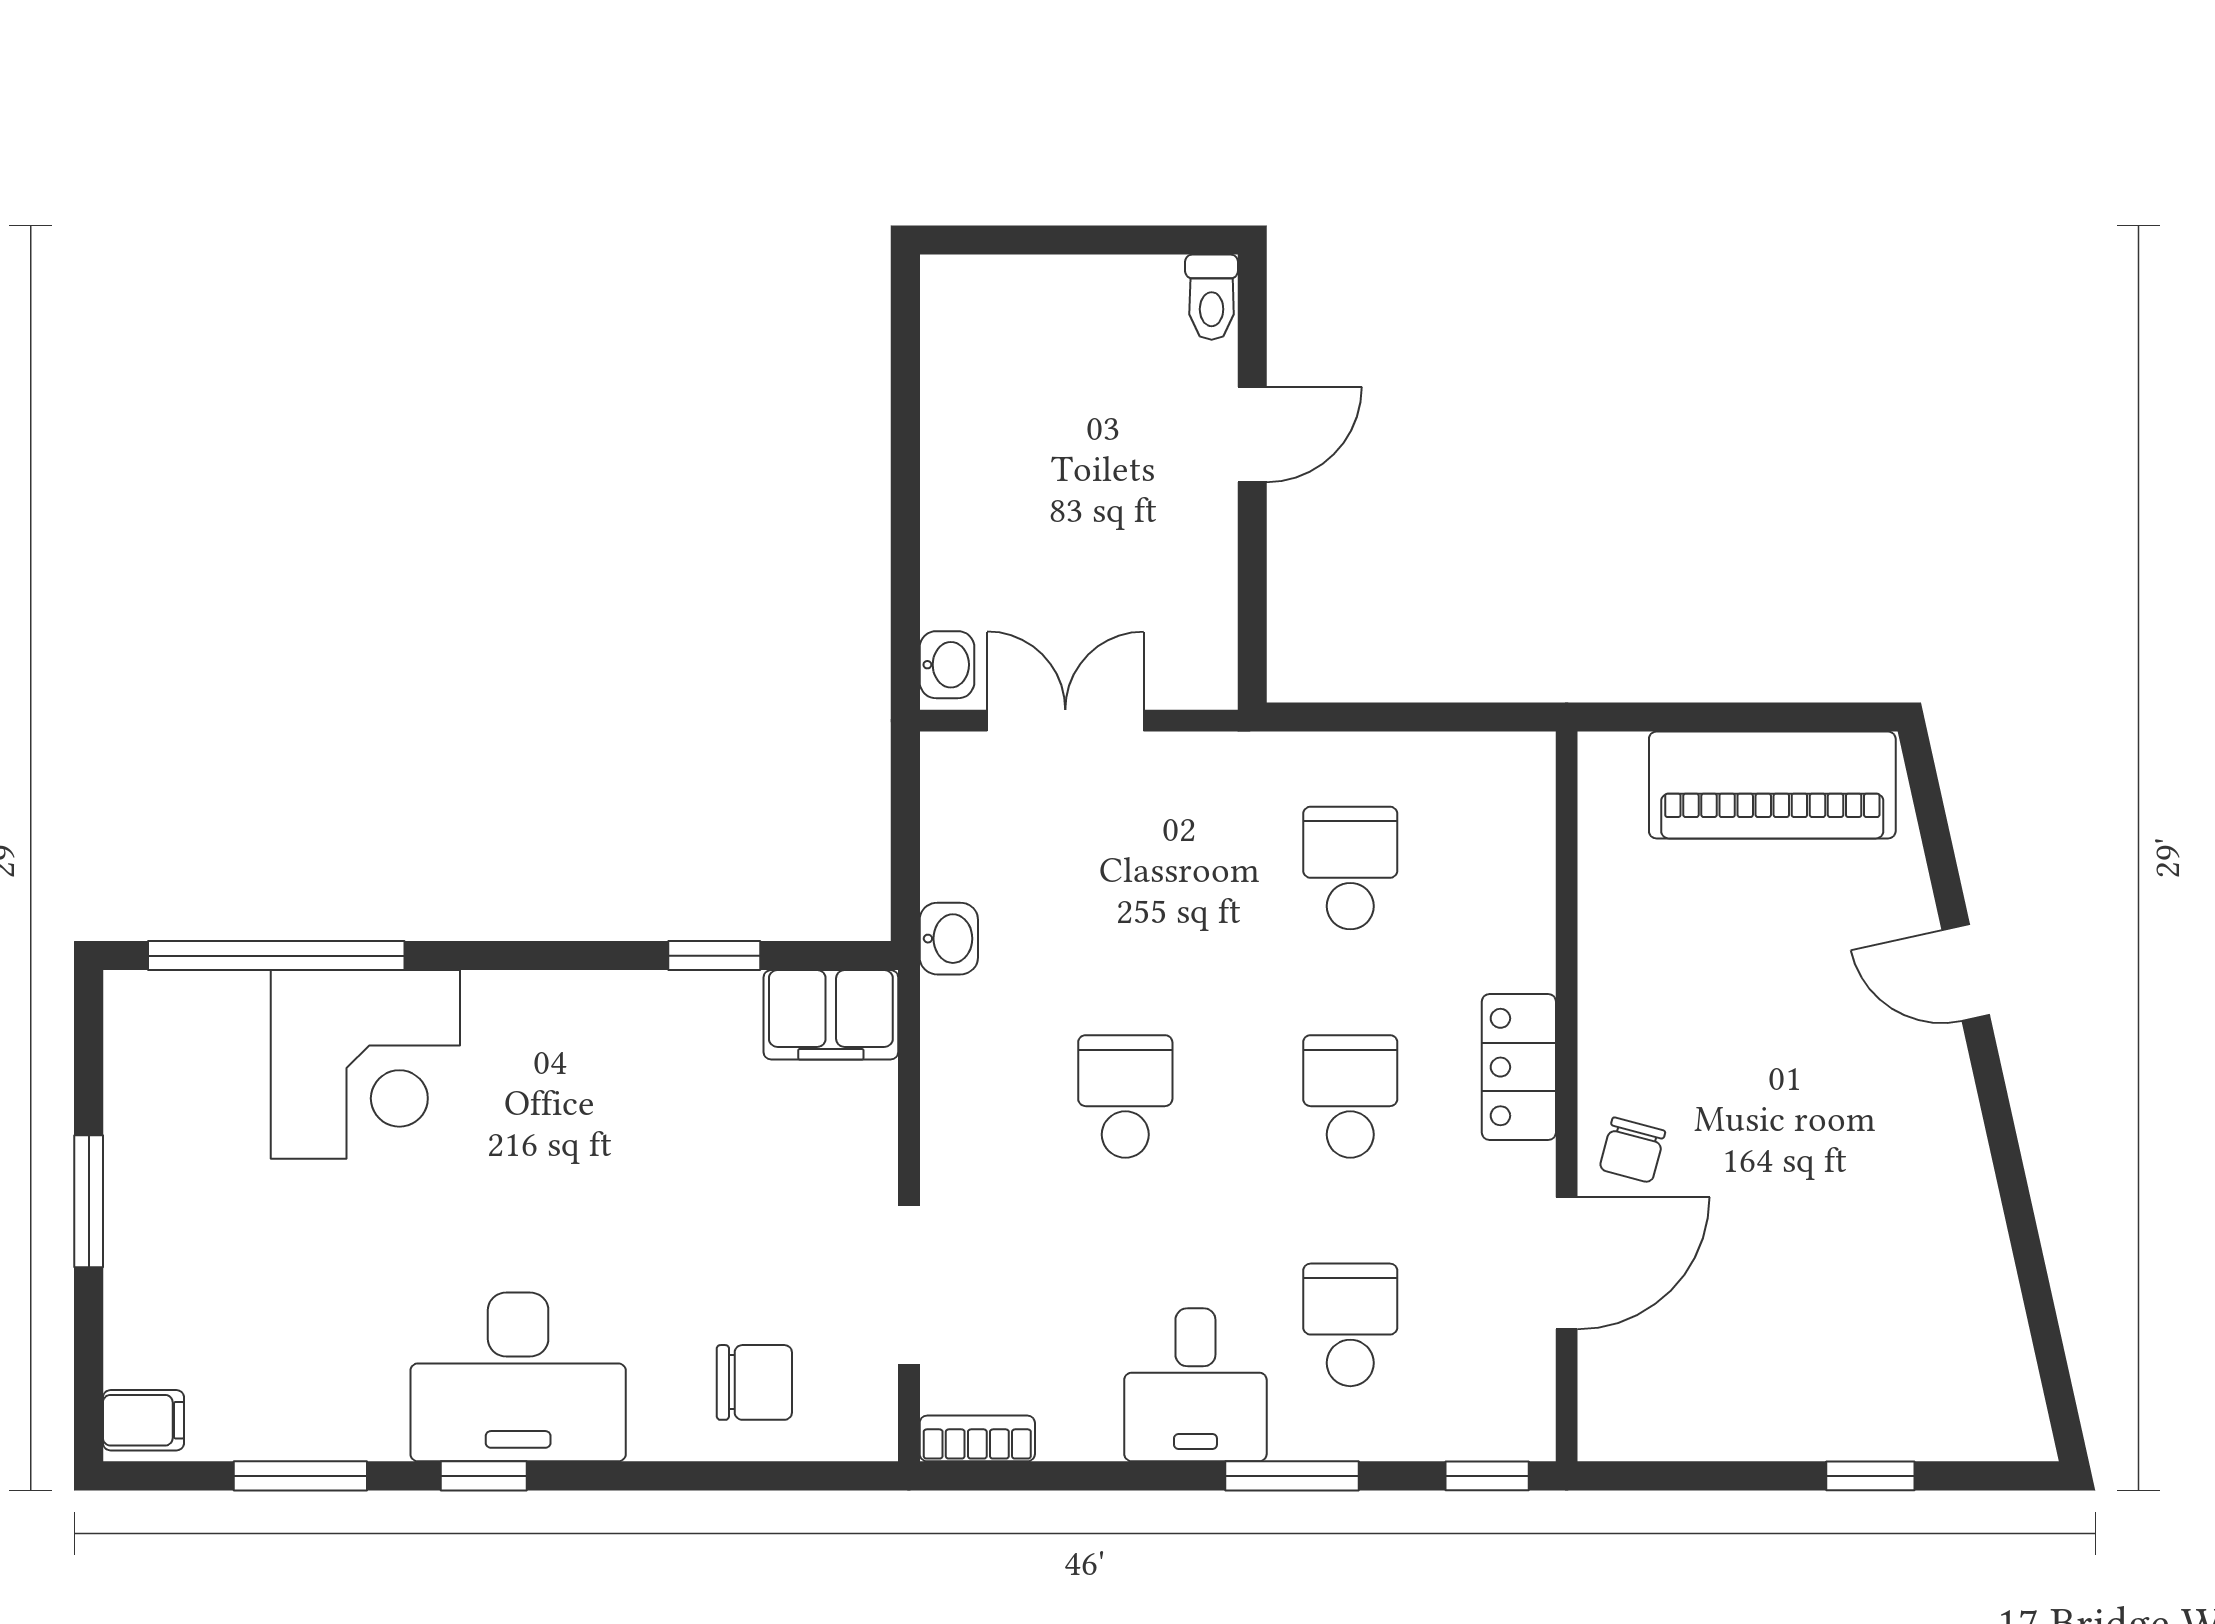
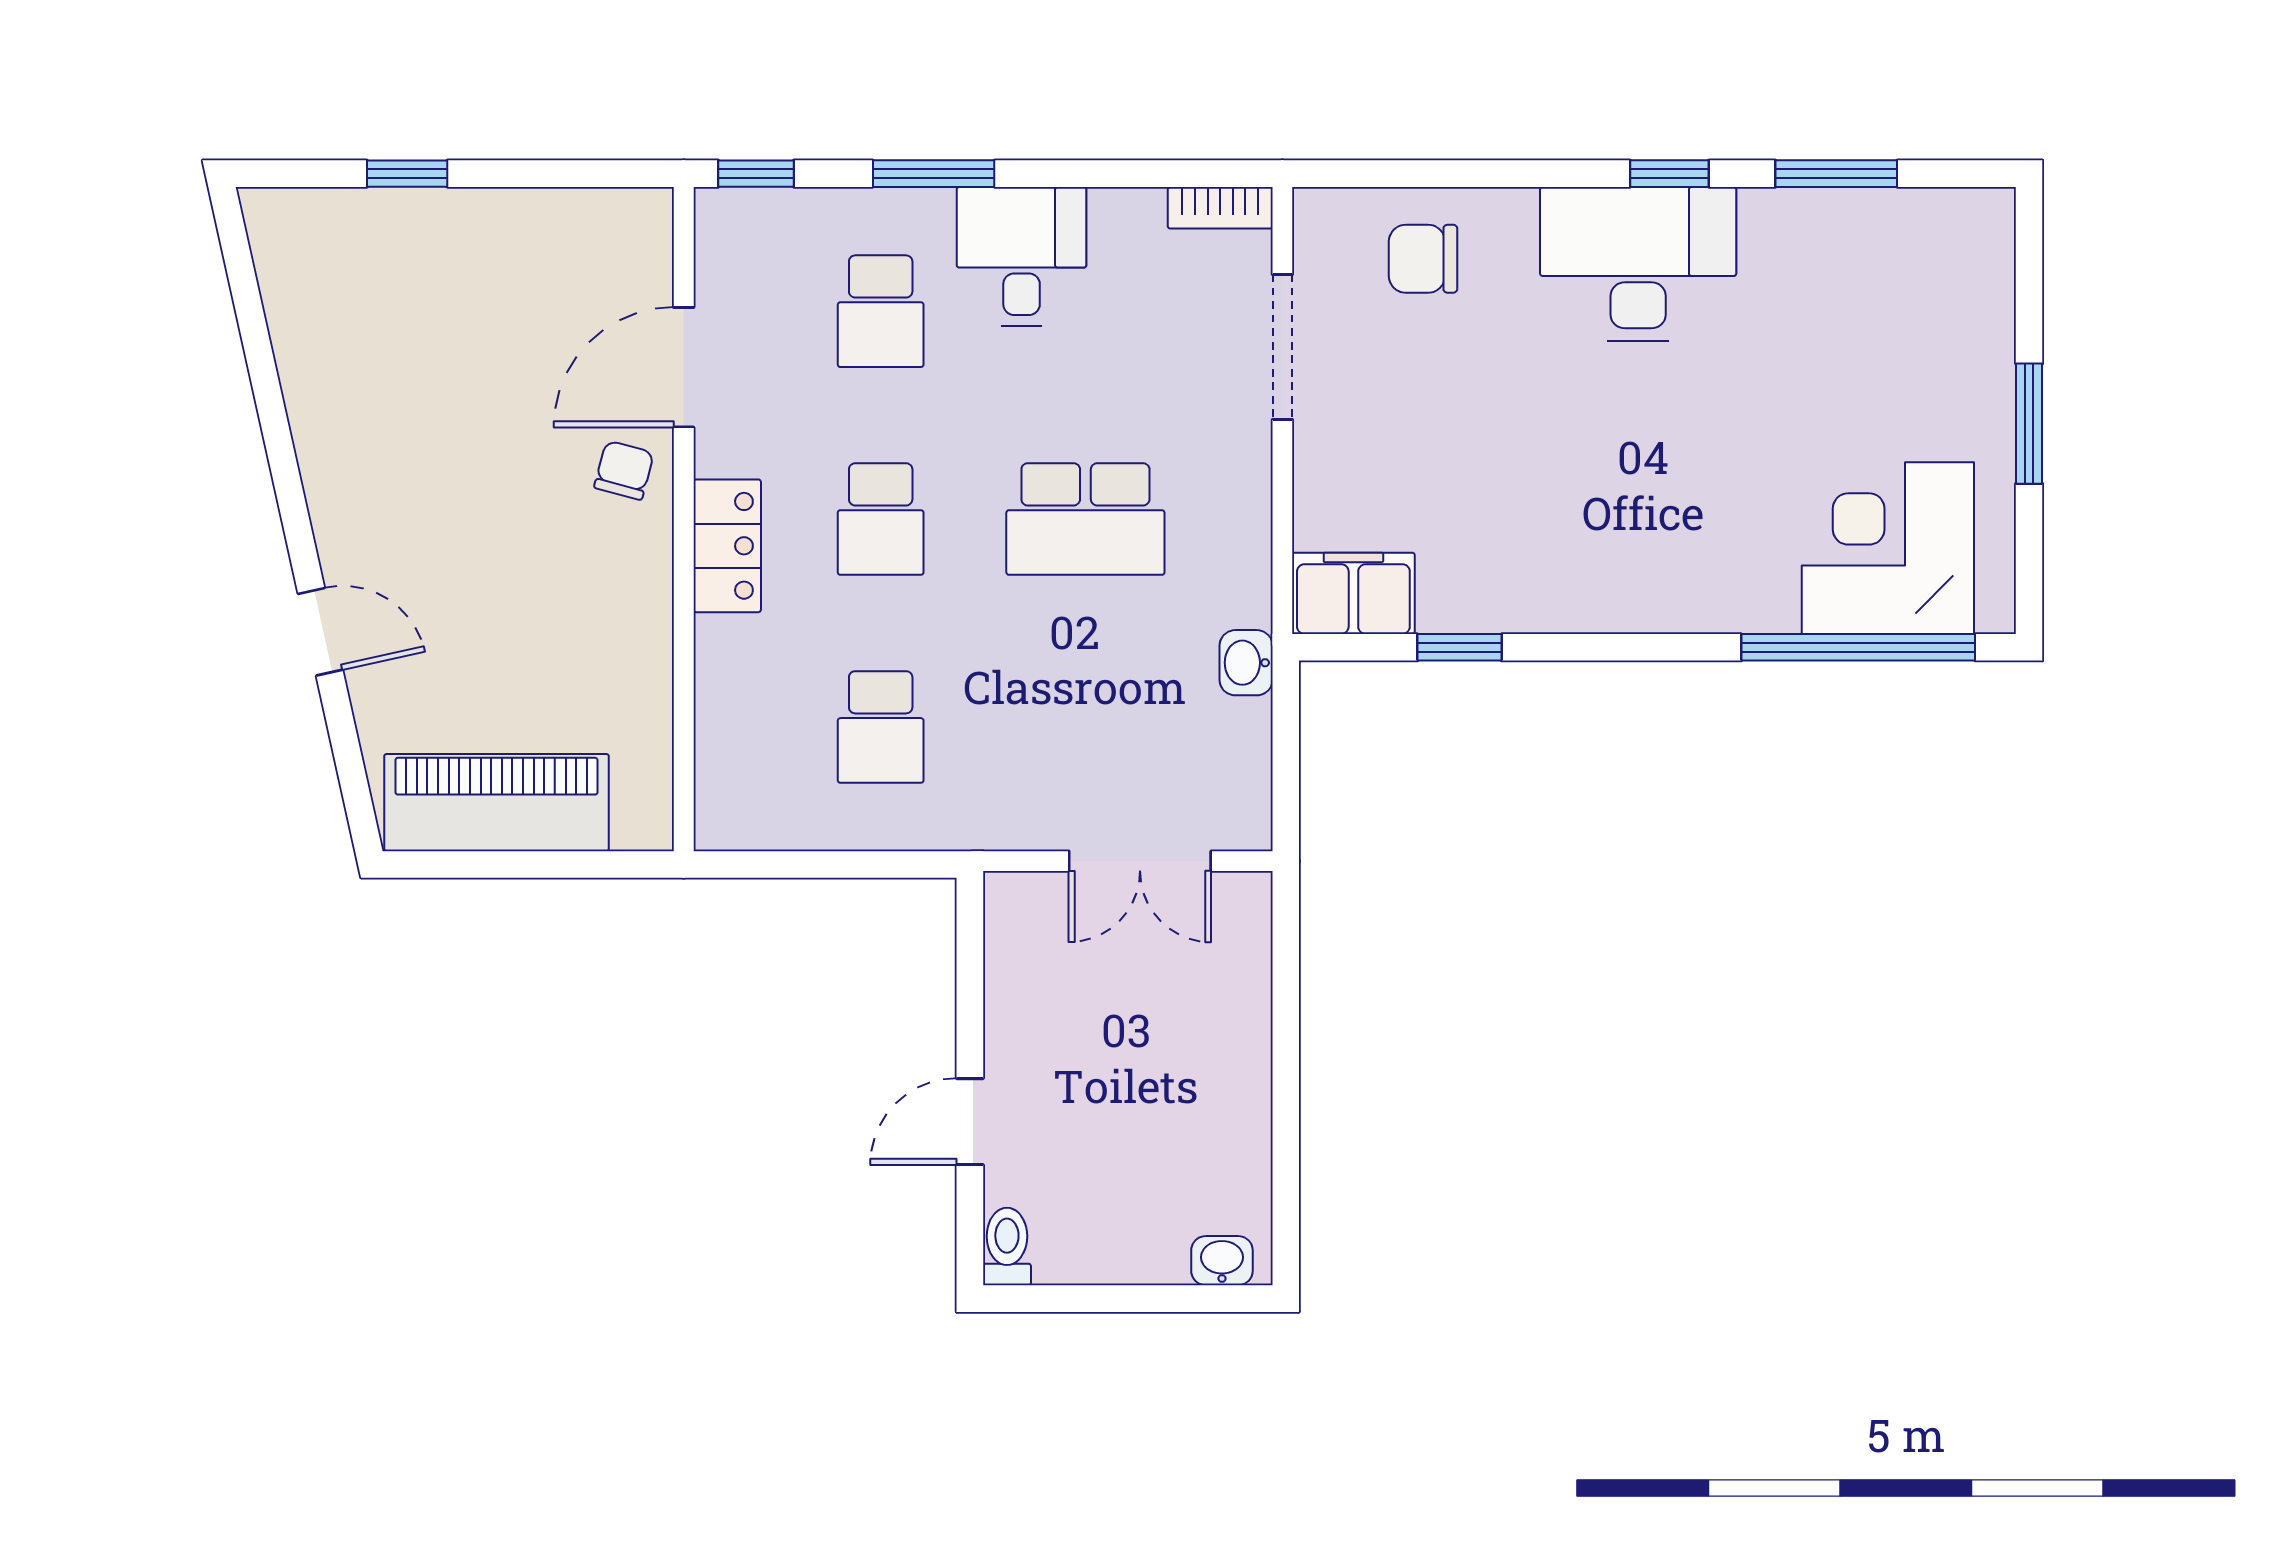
washbasin: (947, 665) -> (1222, 1261), moved, turned 90
corner desk: (365, 1064) -> (1888, 548), moved
school desk: (1125, 1096) -> (1085, 519), width x1.85
filing cabinet: (143, 1420) -> (1979, 224), removed

